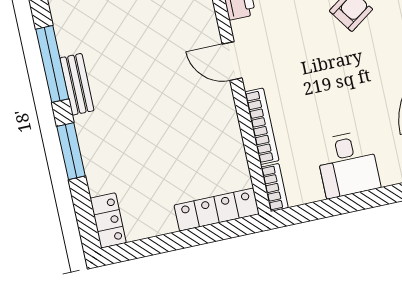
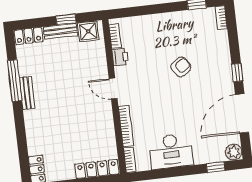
window: (71, 151) -> (20, 129), removed
desk: (348, 164) -> (171, 151), width x1.37

